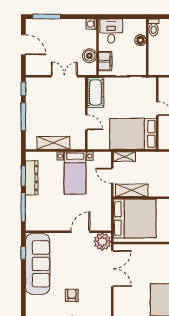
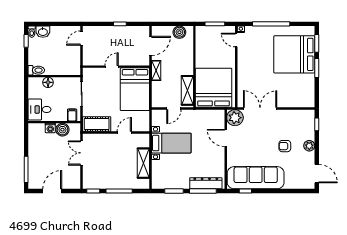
washing machine: (91, 24) -> (50, 128), moved
filing cabinet: (105, 61) -> (72, 115), width x0.50
shelving: (124, 157) -> (156, 70), moved
dresser: (32, 178) -> (206, 183), moved

